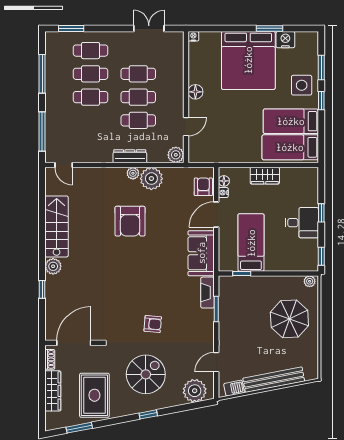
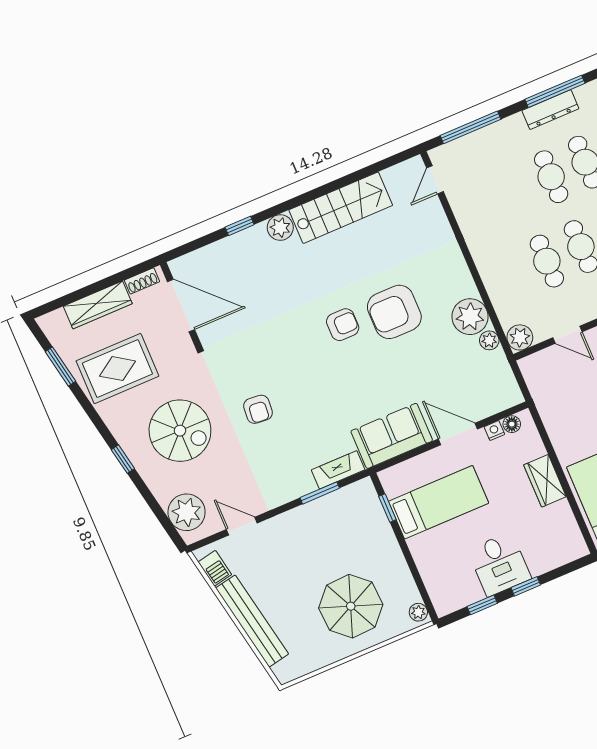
dresser: (130, 156) -> (550, 110), moved, turned 90
plant: (133, 173) -> (489, 340), moved
armchair: (203, 187) -> (343, 325), moved
window: (321, 256) -> (482, 605), moved

